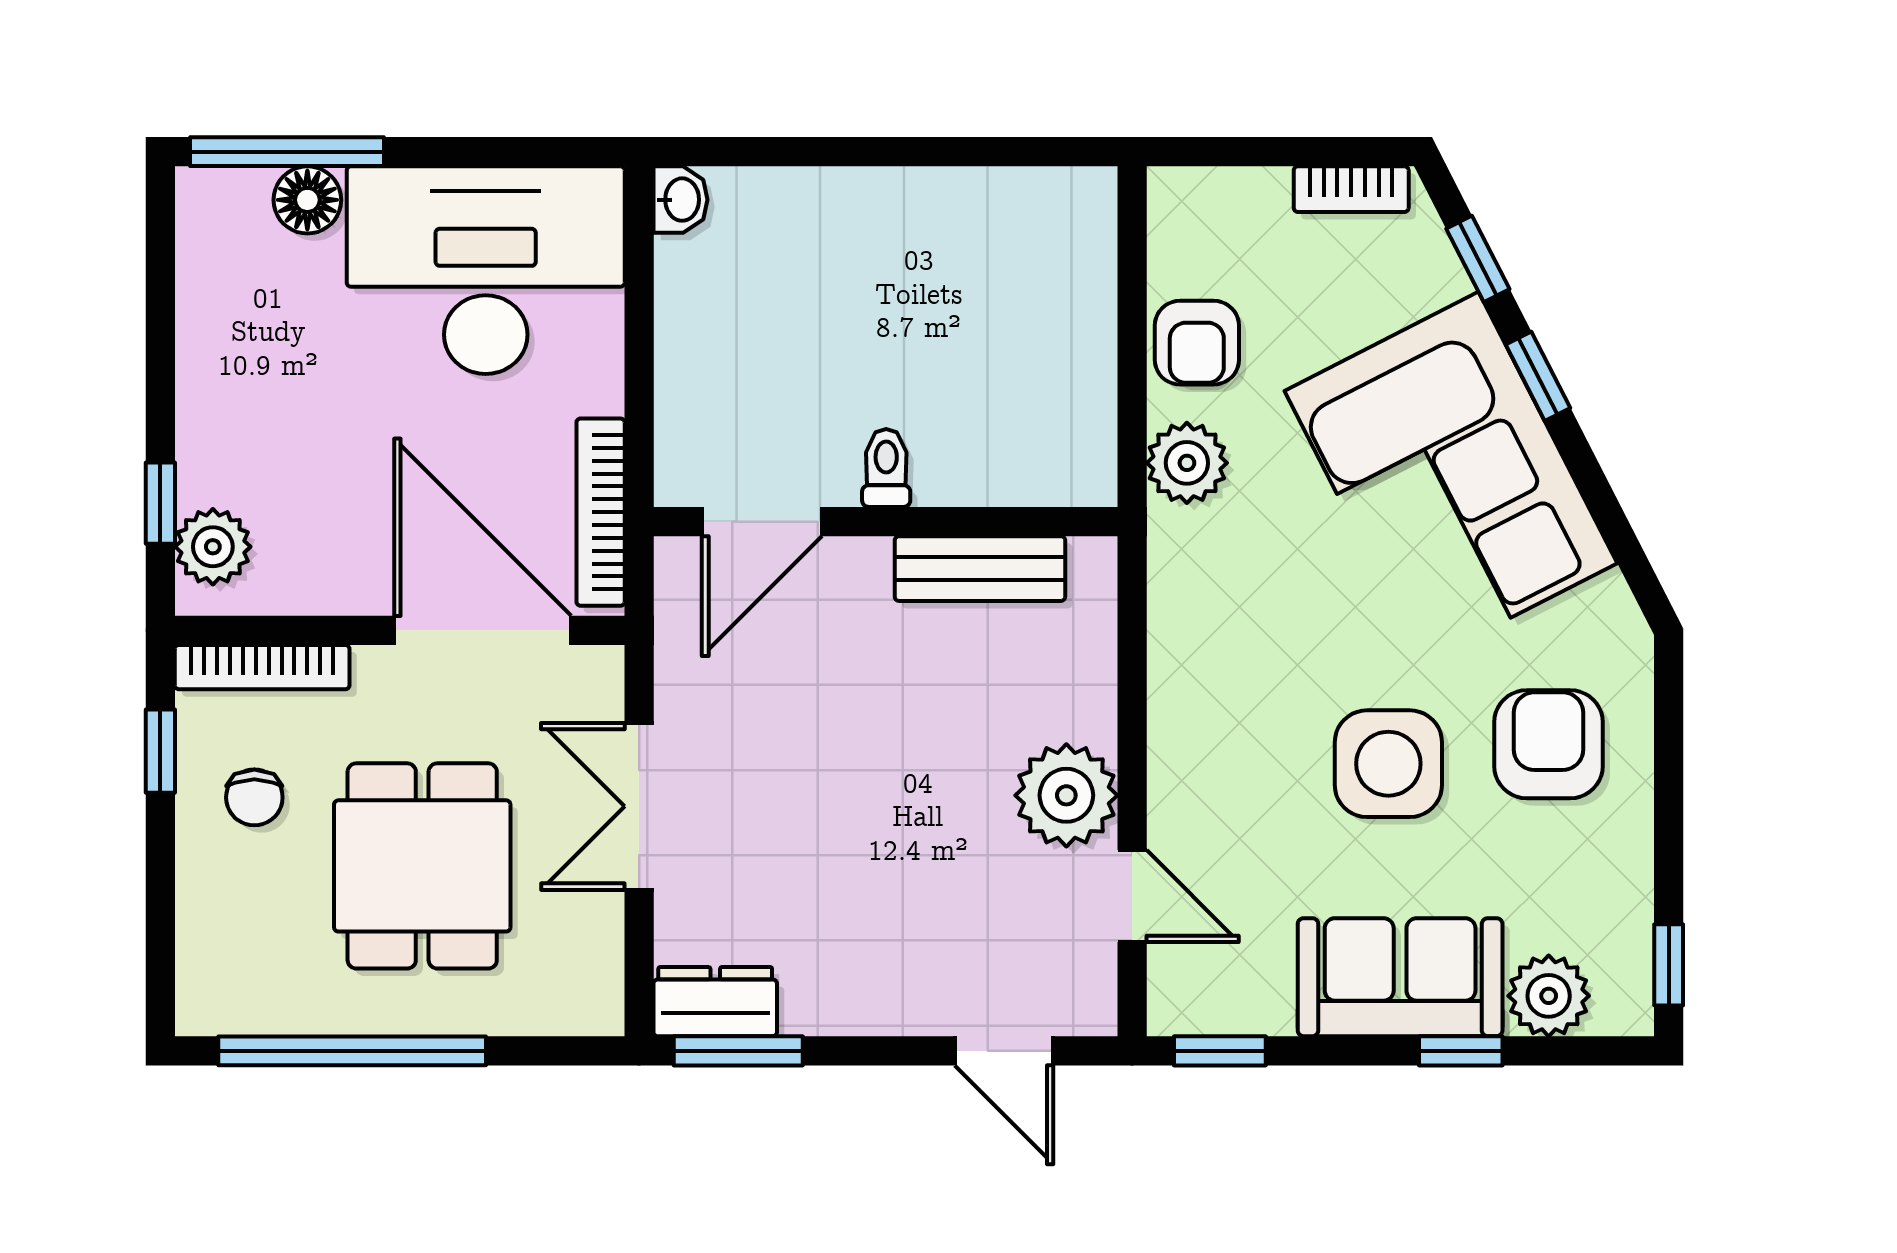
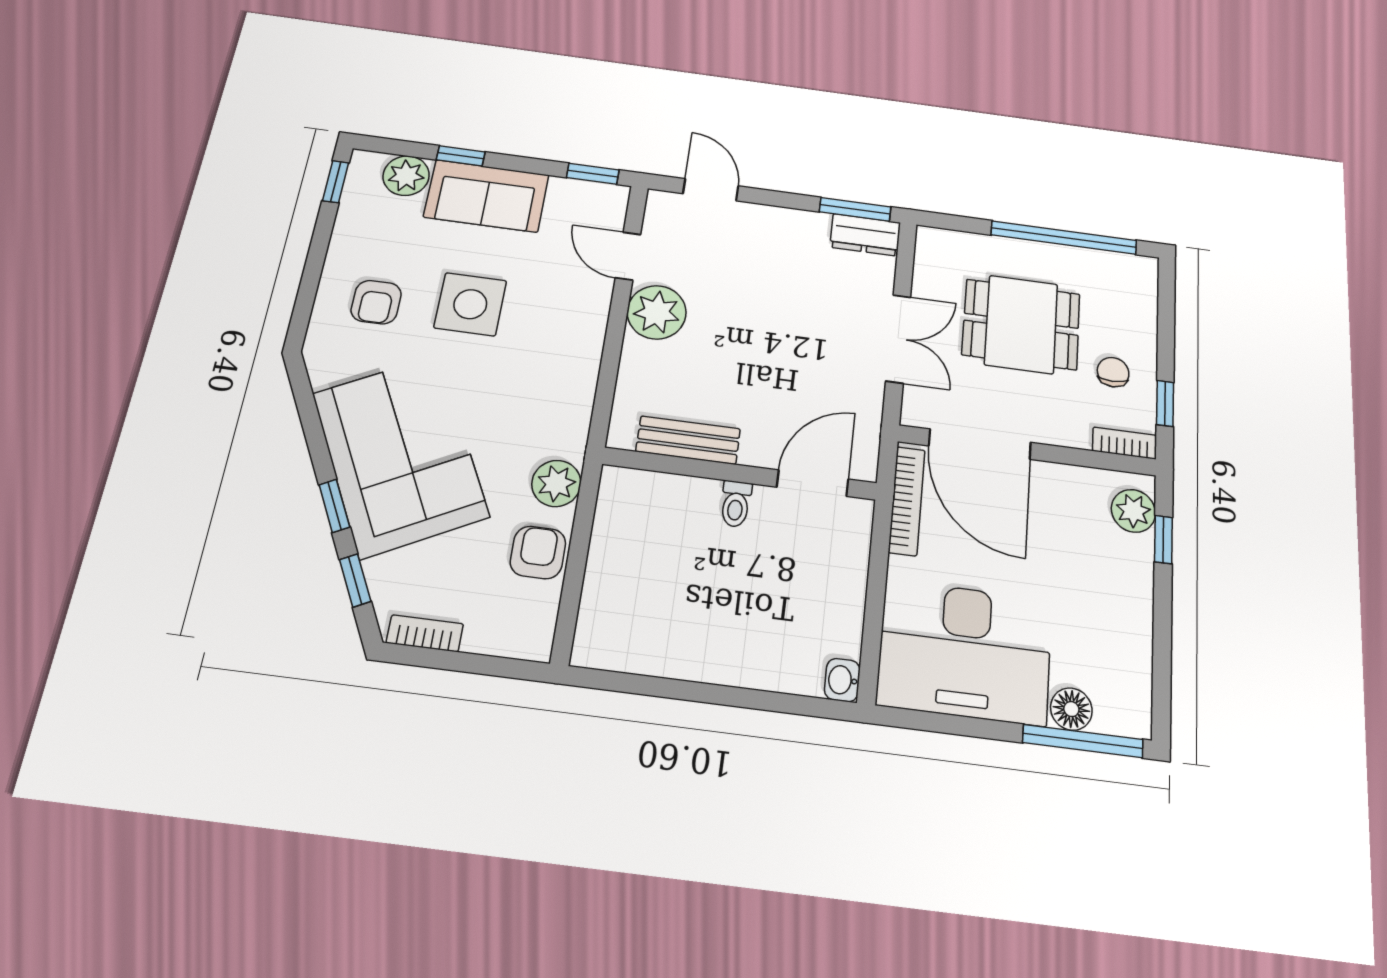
bookcase: (262, 667) -> (1125, 443), width x0.64
armchair: (1548, 744) -> (376, 302), width x0.72, depth x0.72
dining table: (422, 866) -> (1021, 324), turned 90

